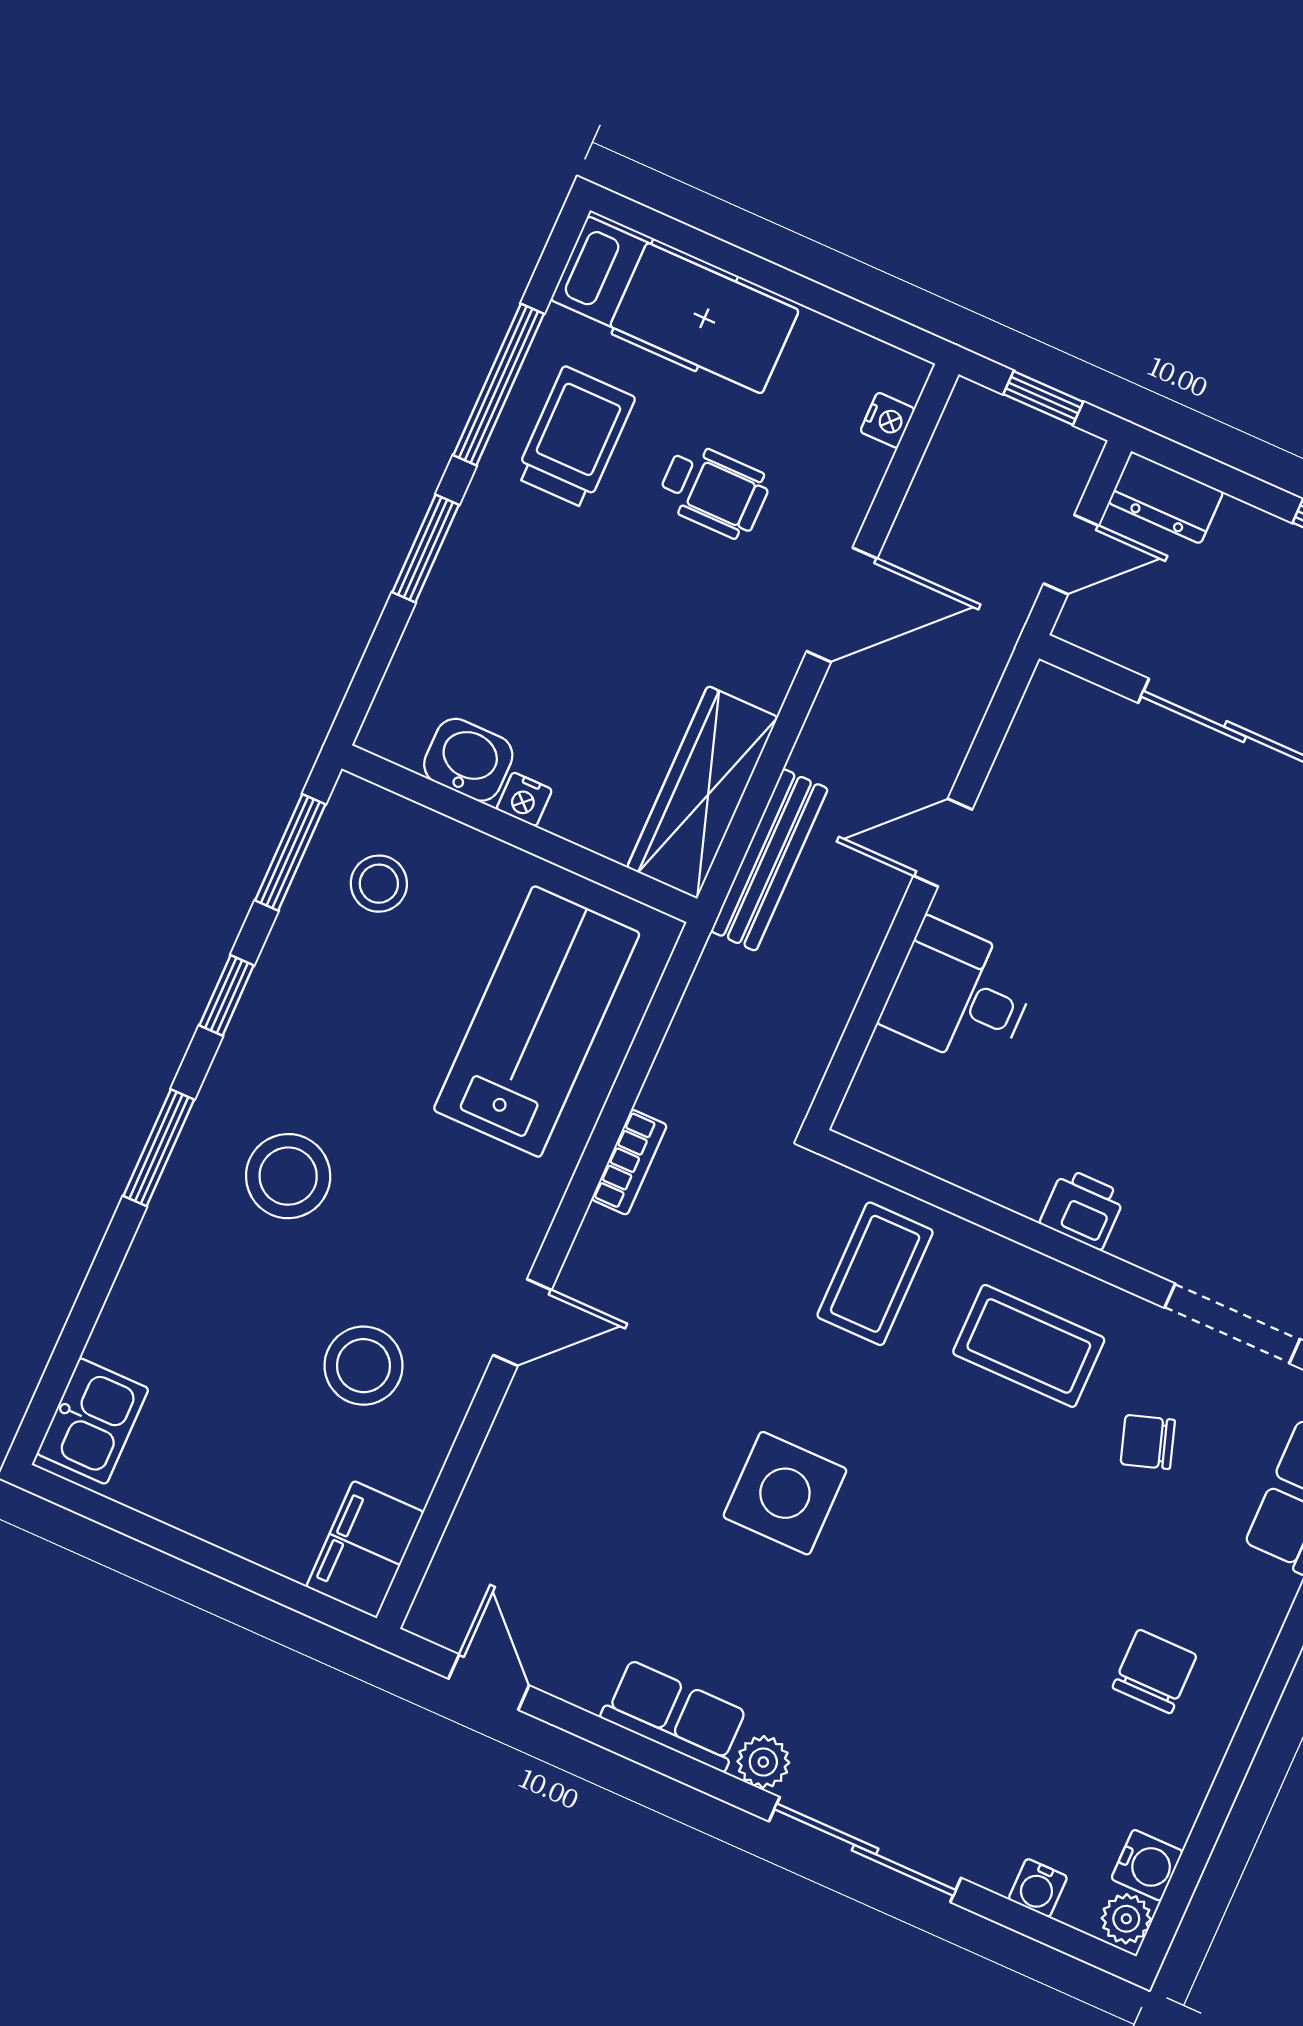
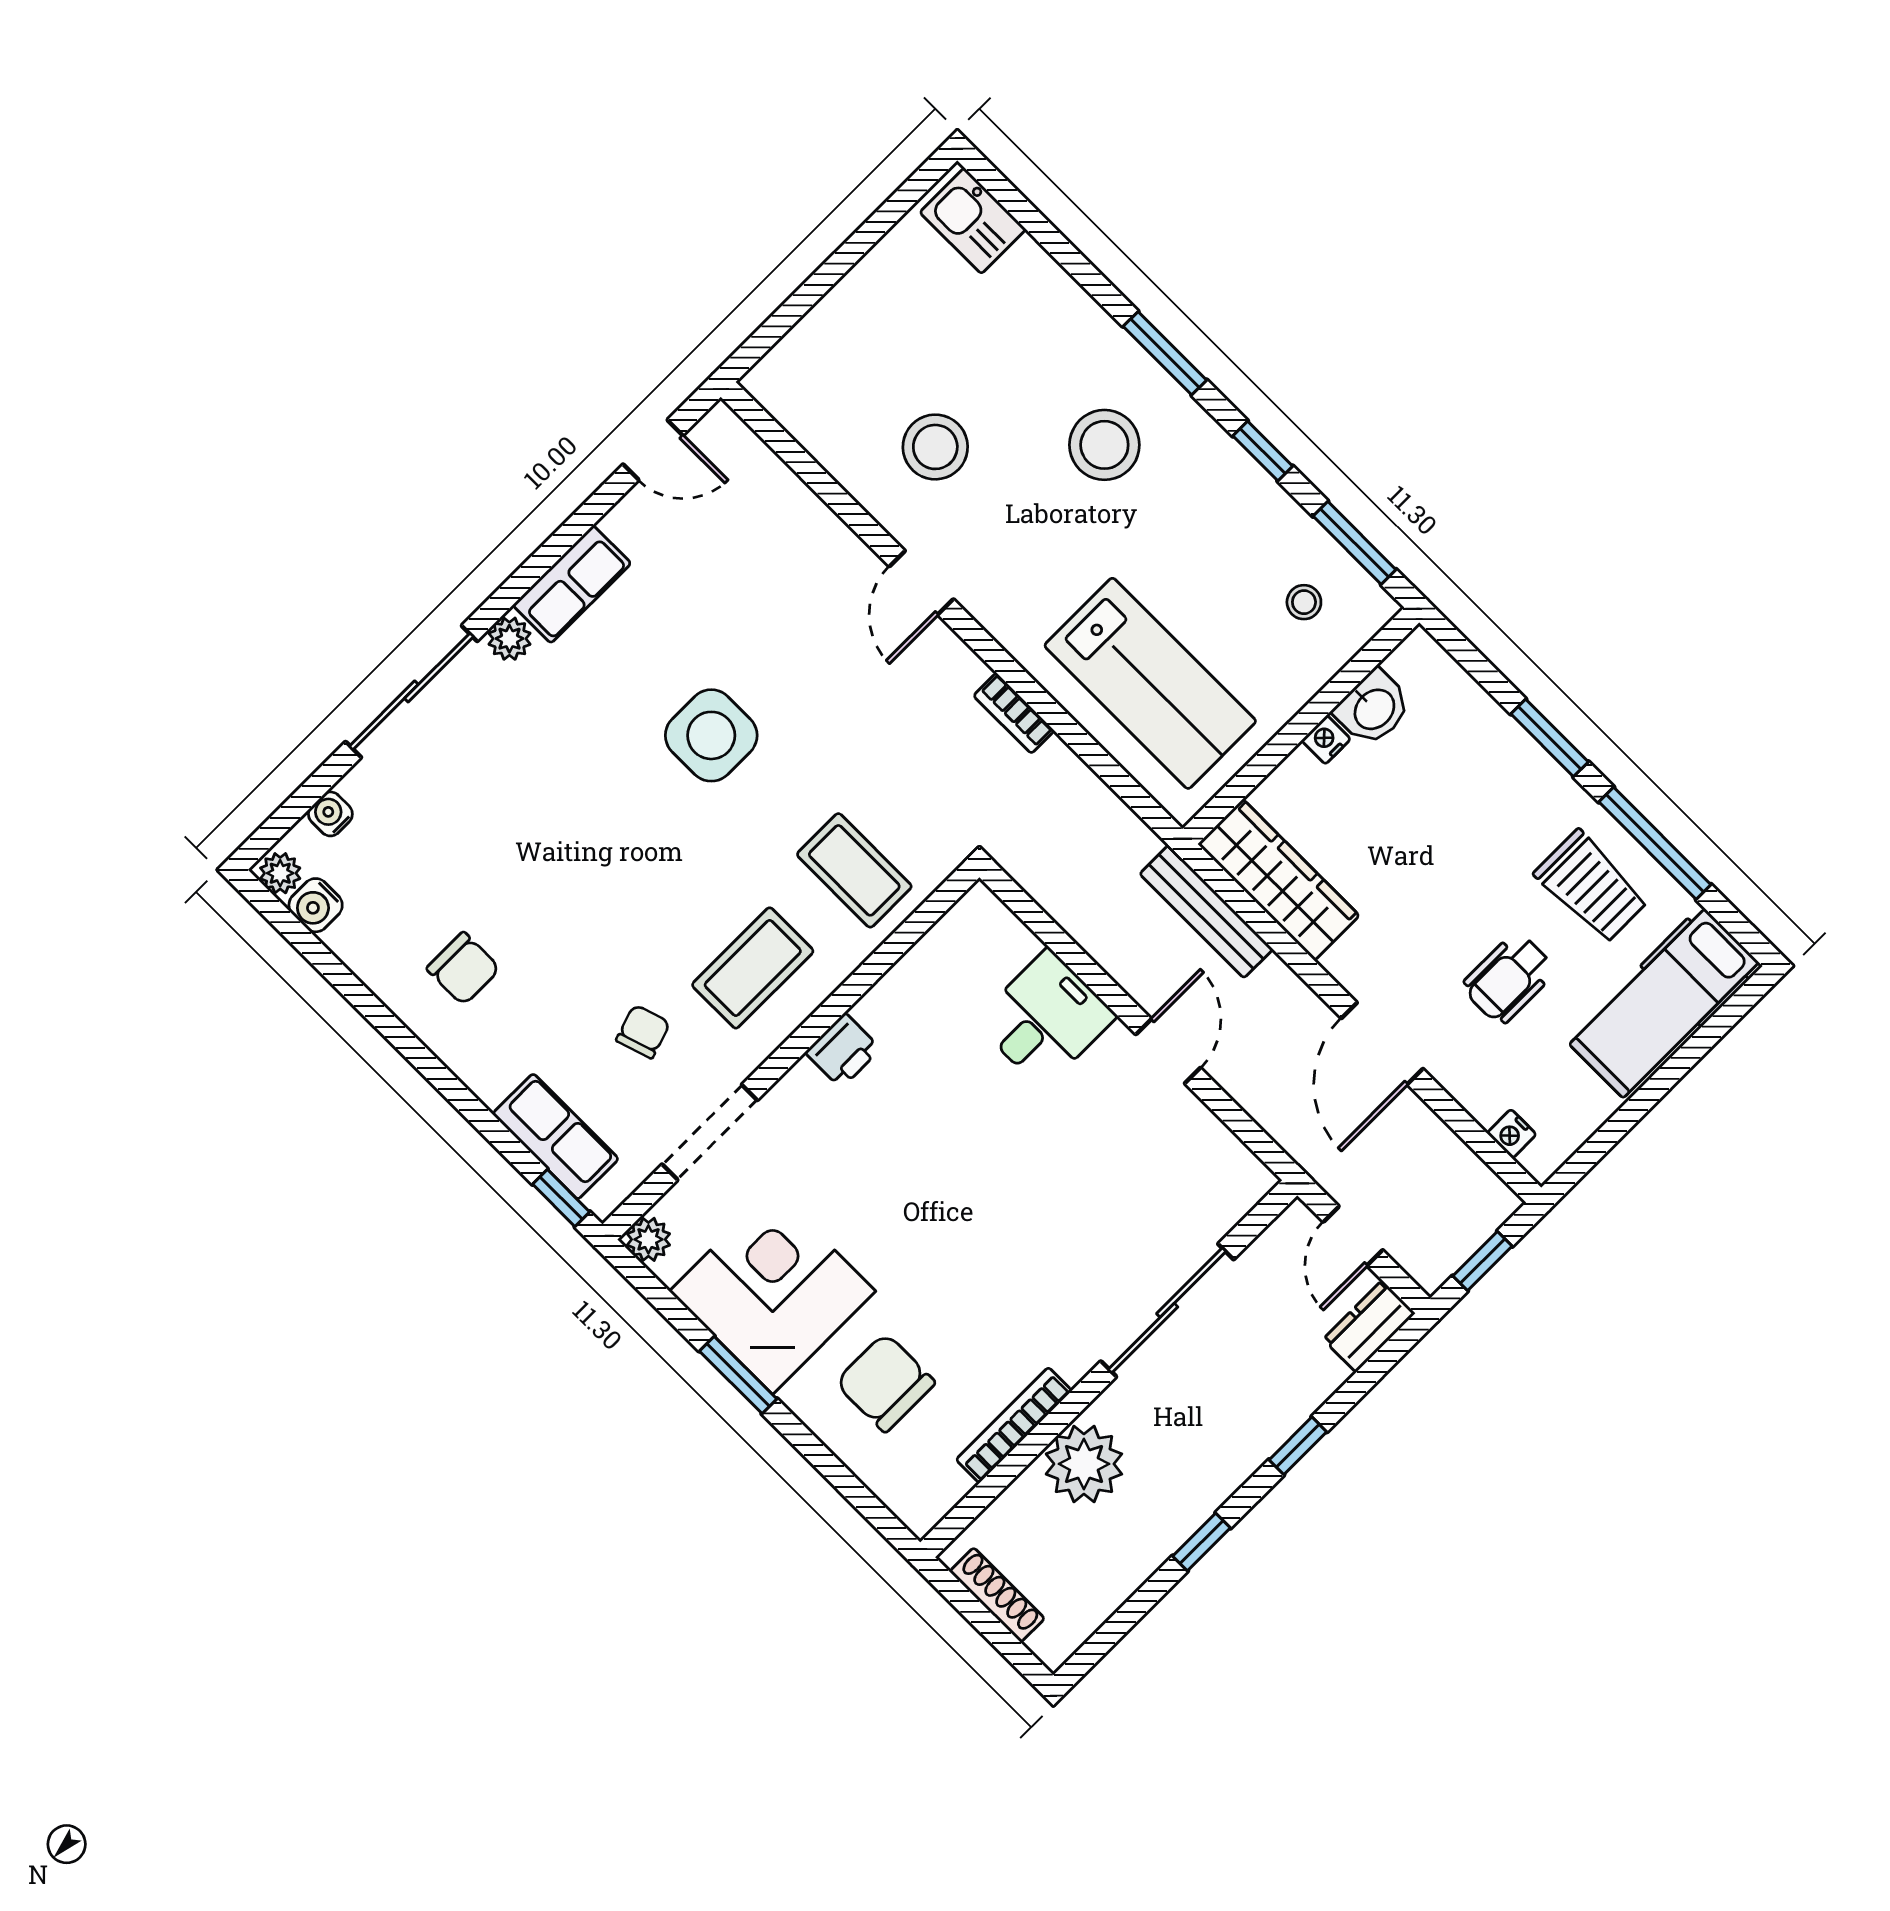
stool: (379, 884) -> (1304, 602), width x0.73, depth x0.73
filing cabinet: (365, 1549) -> (793, 393), removed

